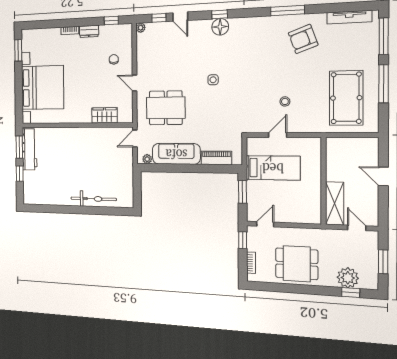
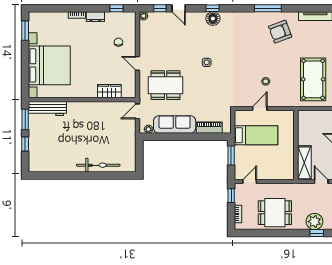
workbench: (30, 149) -> (47, 108), moved, turned 90

